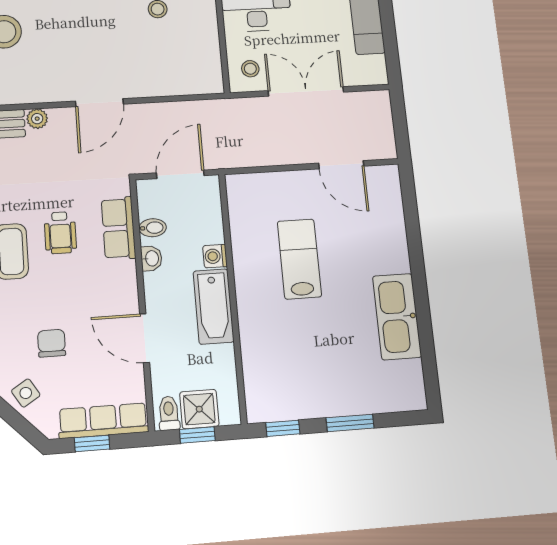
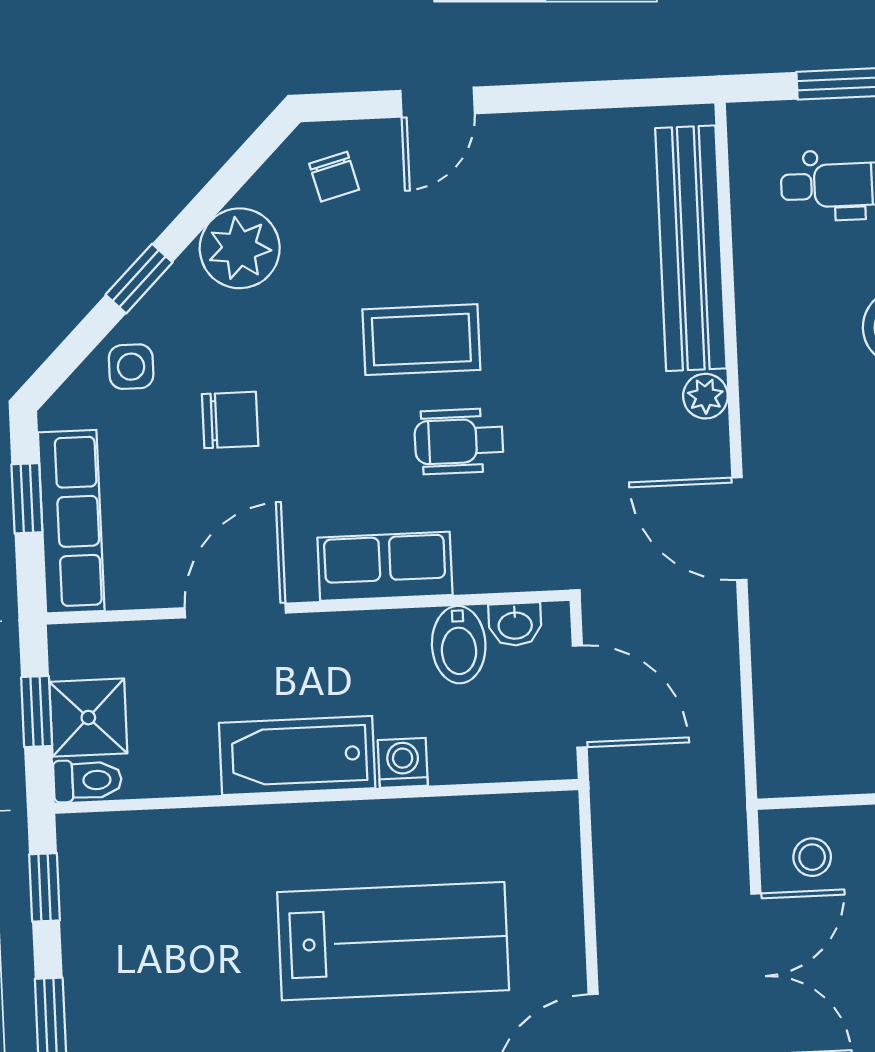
row of seats: (119, 228) -> (385, 566), moved
bidet: (153, 228) -> (459, 645), width x1.38, depth x1.36
washbasin: (151, 258) -> (515, 624), moved
lab bench: (299, 259) -> (393, 941), width x1.36, depth x1.39
side table: (26, 393) -> (131, 367), turned 32
toilet: (169, 413) -> (87, 780), moved

